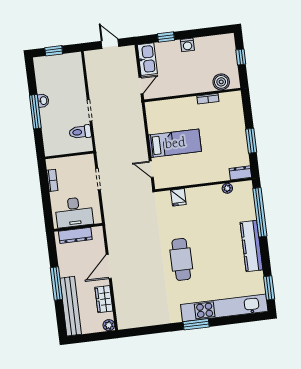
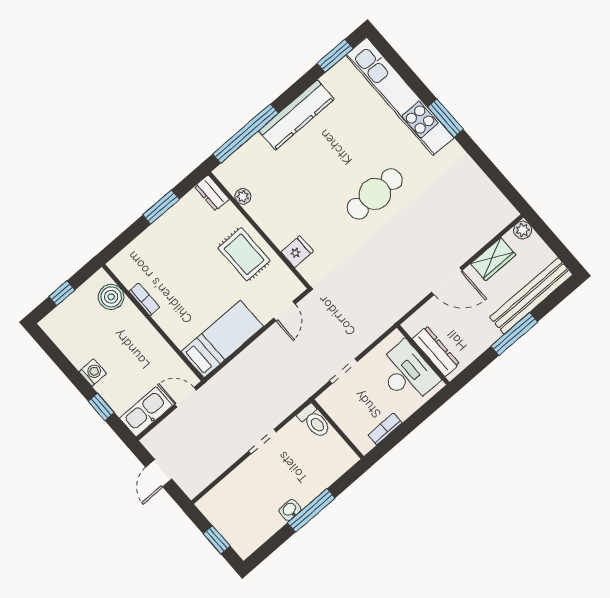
toilet: (80, 132) -> (314, 421), moved
bed: (175, 143) -> (222, 339), moved, turned 90
rug: (196, 168) -> (244, 254), added

